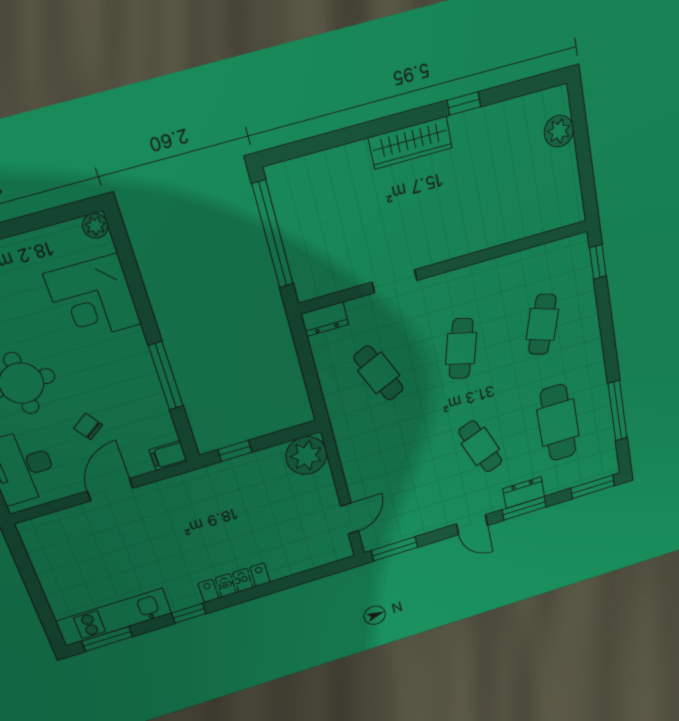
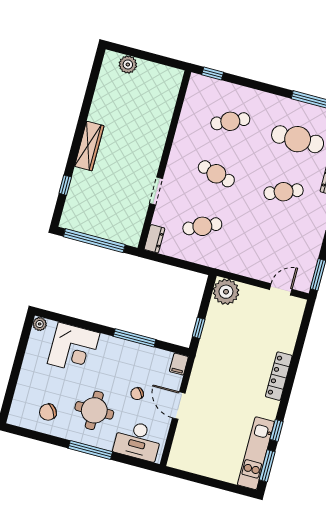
window: (464, 104) -> (65, 185), moved
cafe table: (542, 324) -> (230, 121), turned -42
door: (350, 518) -> (281, 289), hinge flipped
window: (189, 613) -> (277, 430), moved

